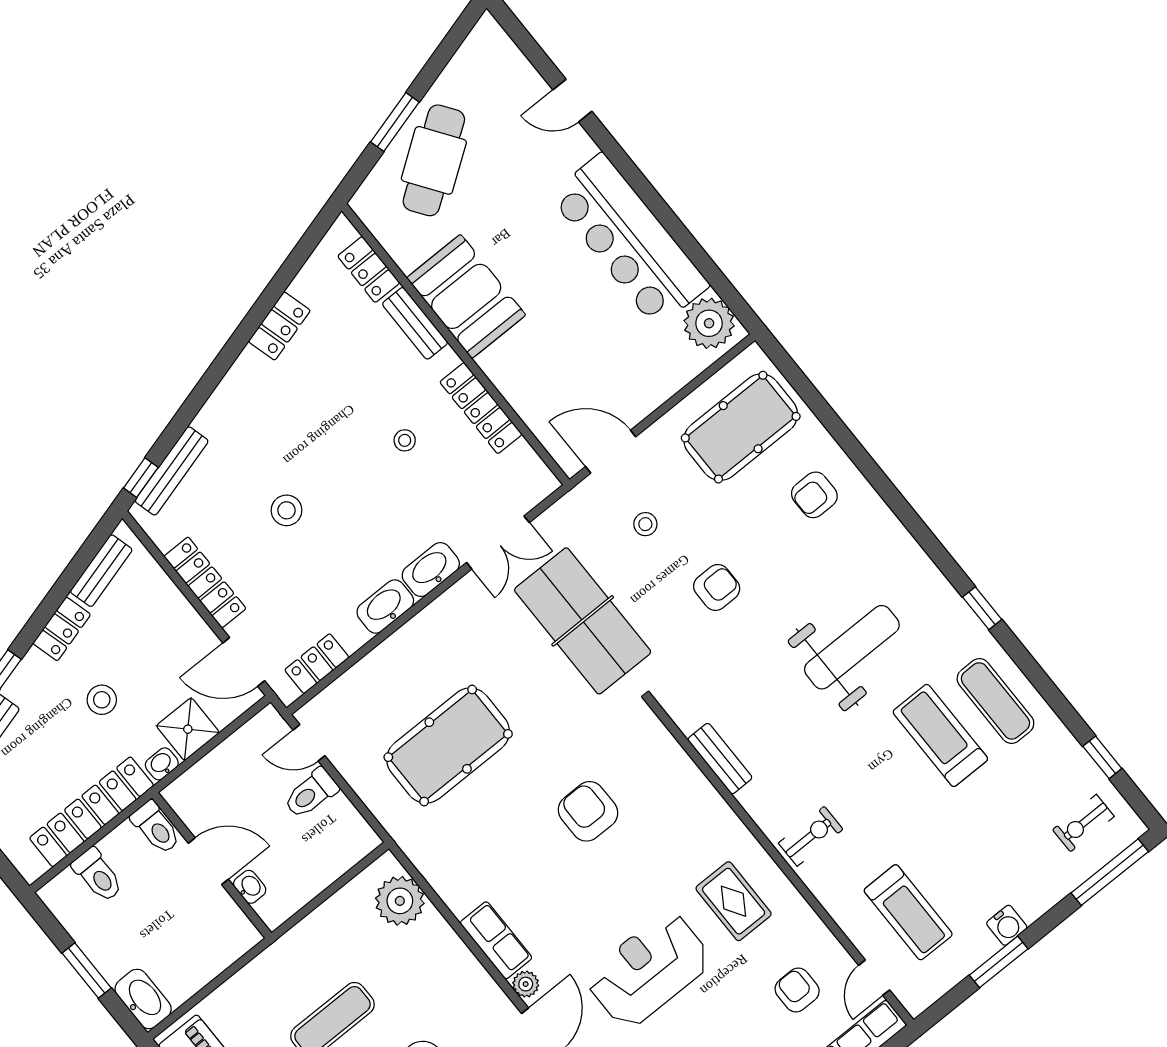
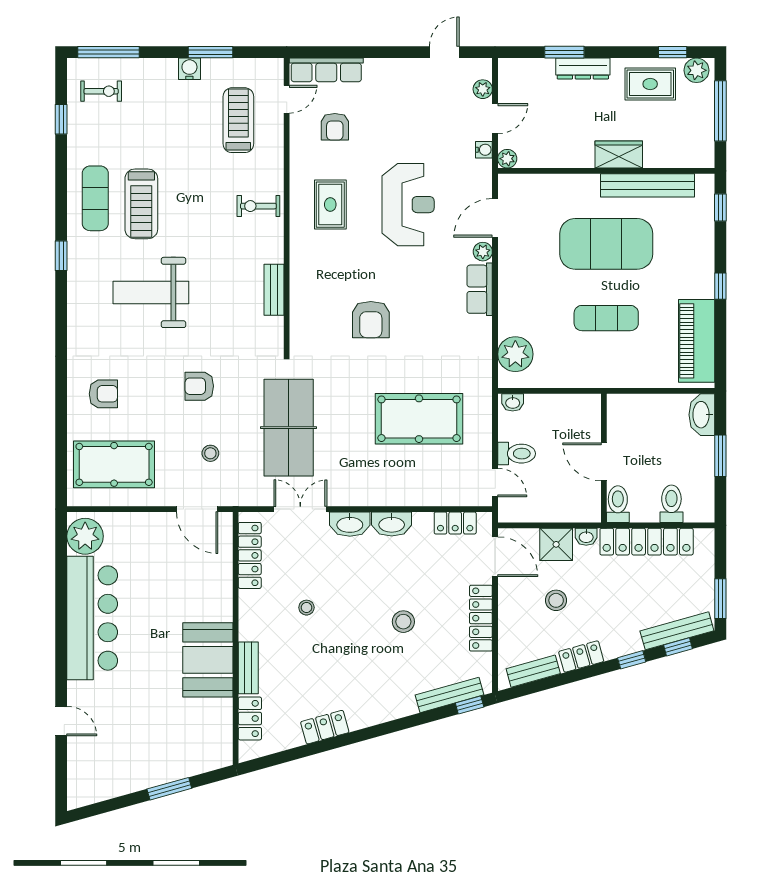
cafe table: (434, 160) -> (165, 750), removed
locker: (481, 408) -> (250, 555), moved
stool: (102, 700) -> (556, 600), moved
washbasin: (250, 887) -> (513, 402), moved, turned -90
reception desk: (649, 970) -> (408, 205), turned -90

